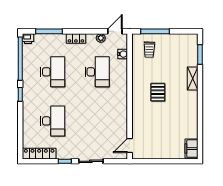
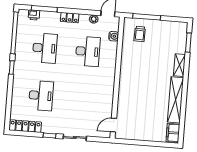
printer: (28, 39) -> (34, 15), moved
pallet: (158, 92) -> (145, 76), removed
shelving: (191, 114) -> (175, 100), added

